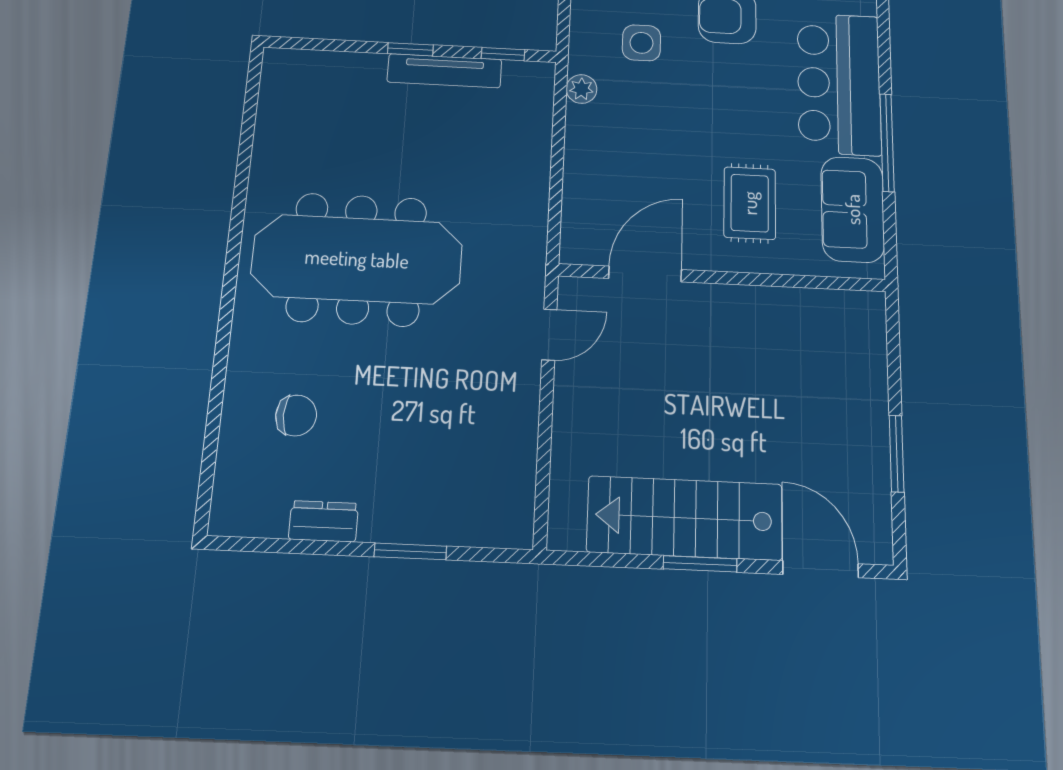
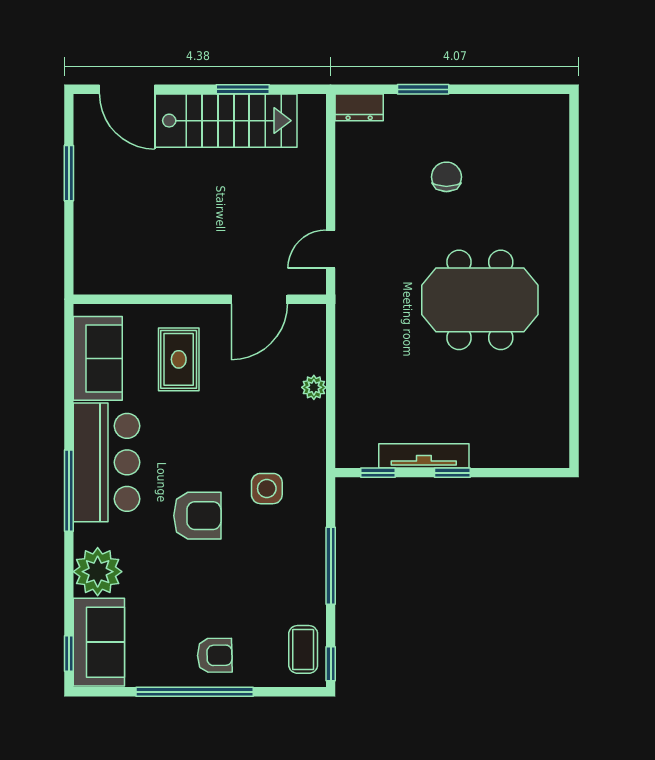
plant: (581, 89) -> (314, 387), moved
window: (887, 142) -> (69, 491), moved
meeting table: (357, 259) -> (480, 300), width x0.73
chair: (296, 415) -> (446, 177), moved, turned 90
dresser: (323, 521) -> (359, 107), moved
window: (700, 564) -> (243, 89), moved

